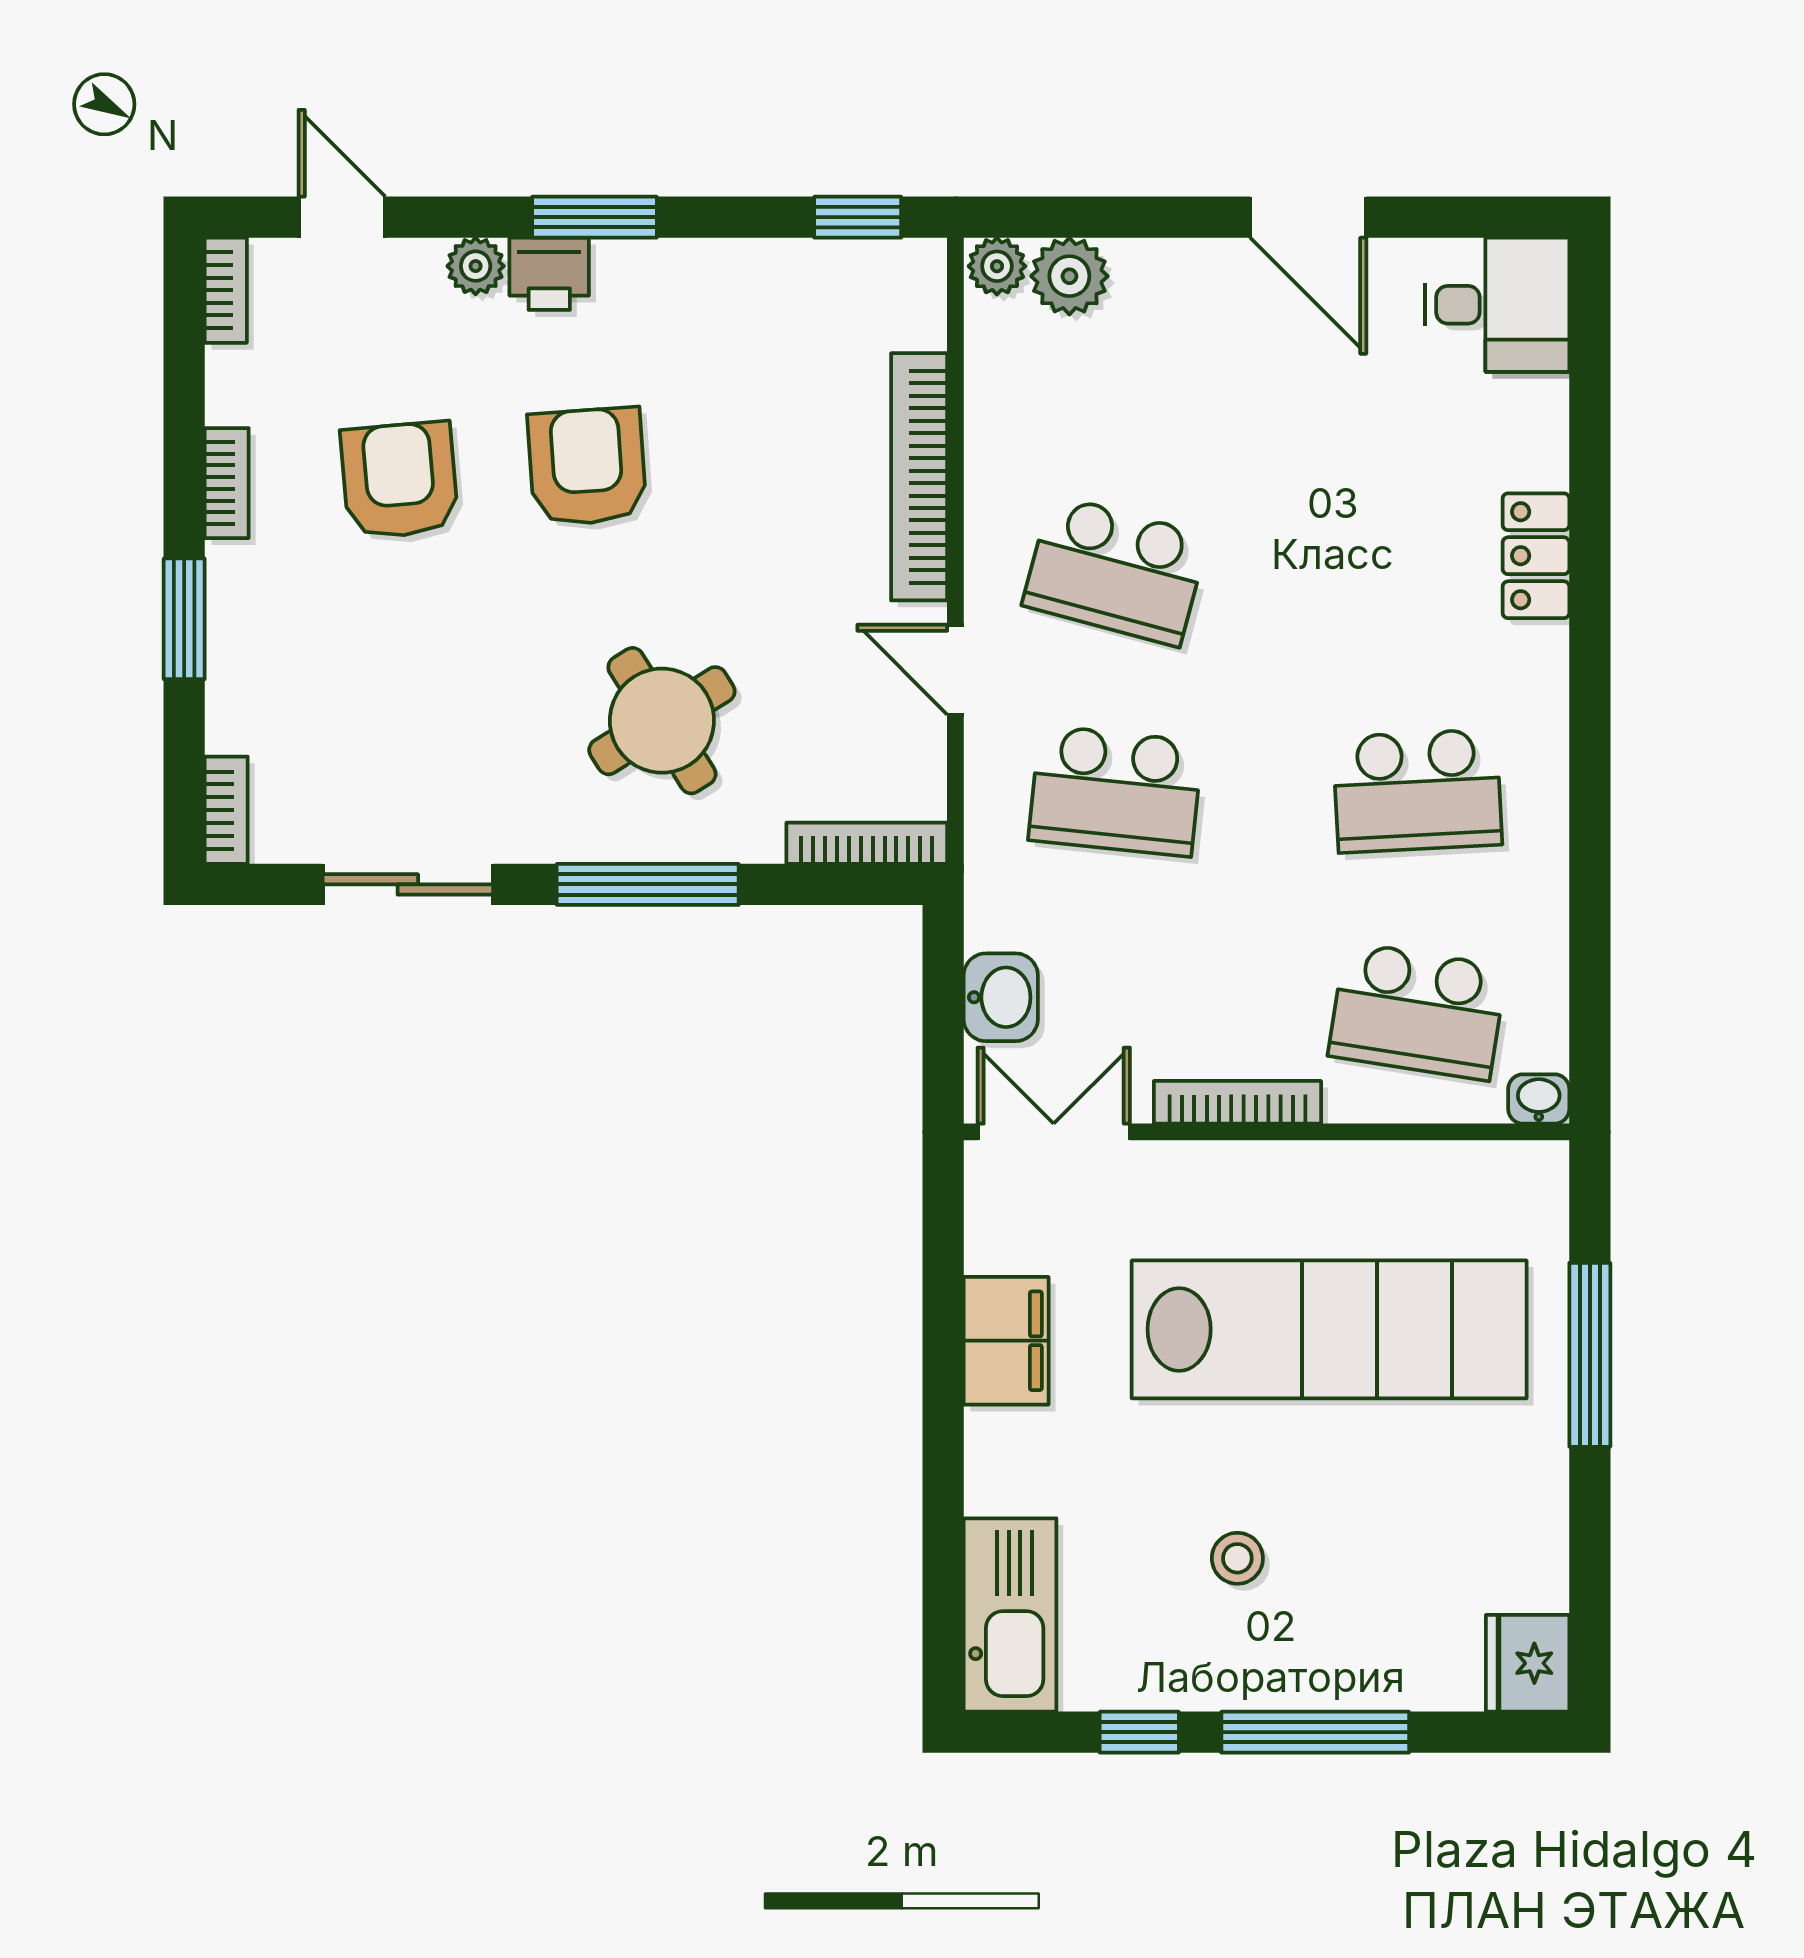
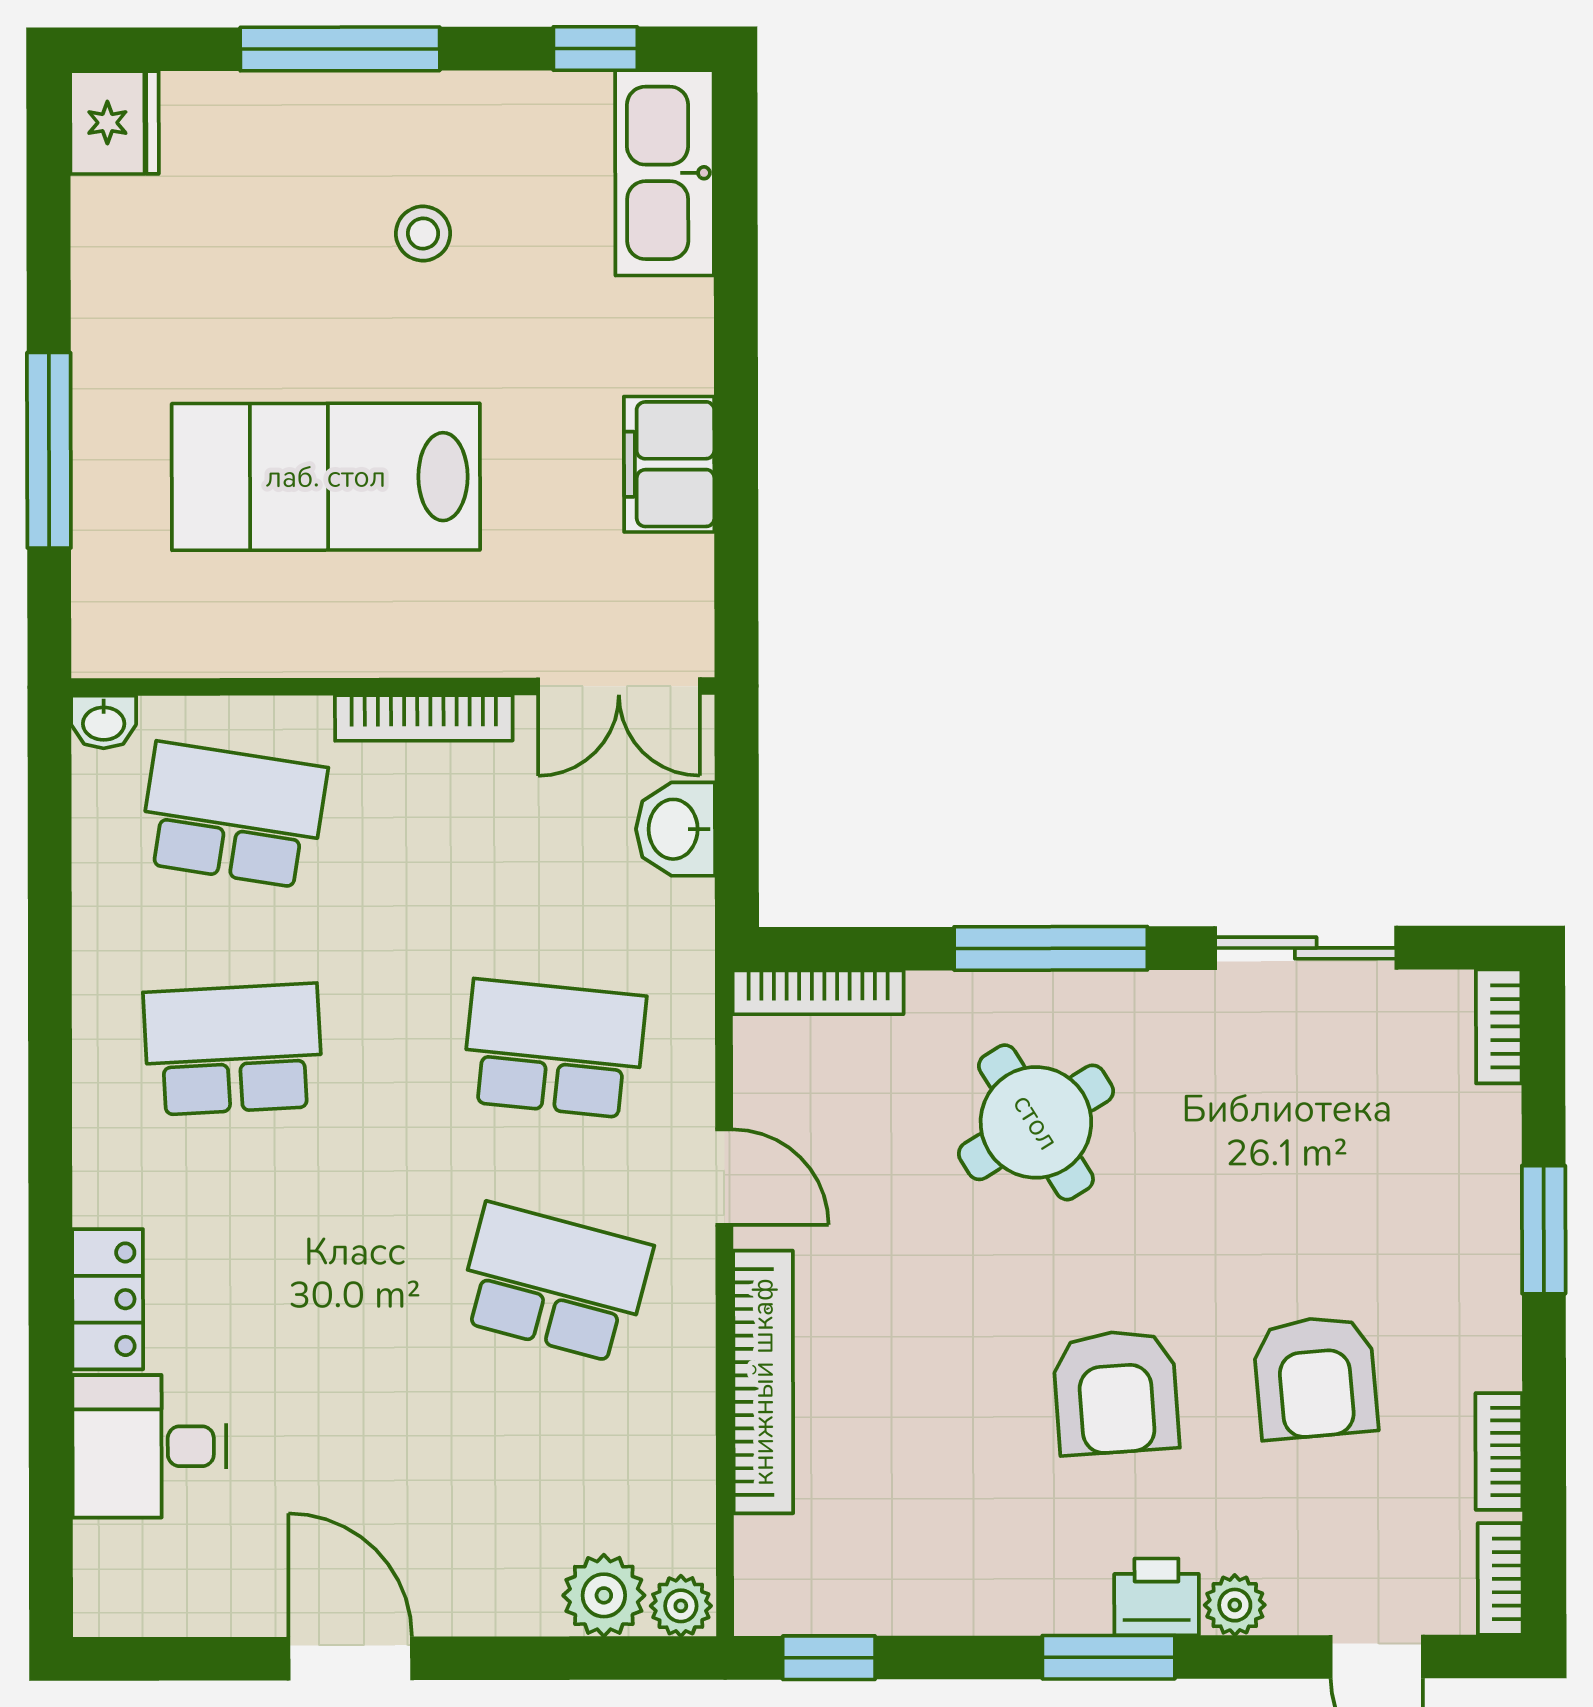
desk: (1497, 305) -> (149, 1446), moved
bookcase: (227, 483) -> (1499, 1452), moved
lab bench: (1329, 1329) -> (326, 477), width x0.73
window: (1139, 1732) -> (595, 48), moved

